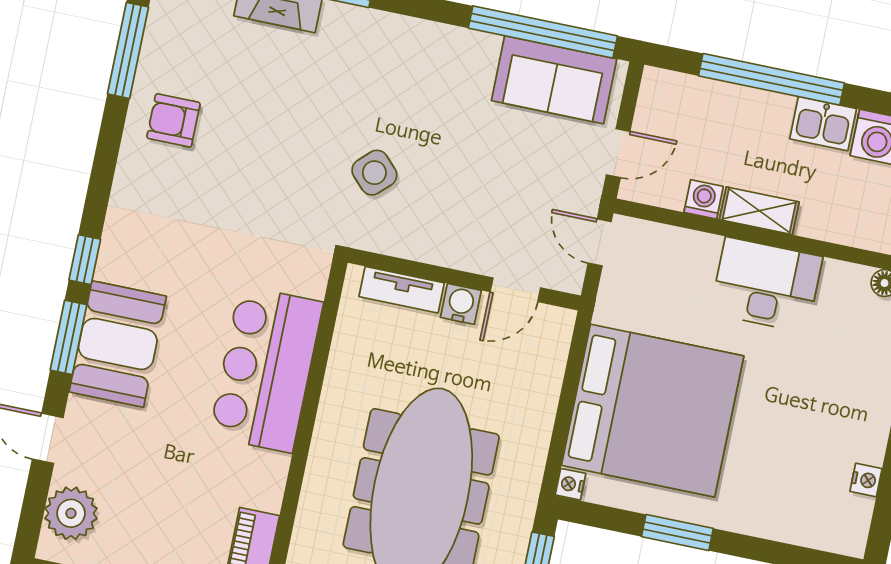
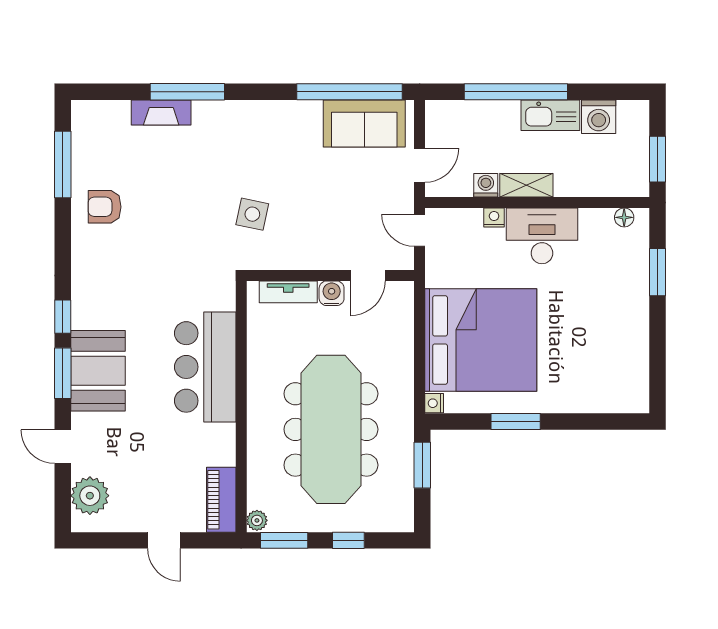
kitchen sink: (823, 124) -> (550, 115), width x1.38
side table: (374, 173) -> (252, 214), turned -34
nightstand: (866, 480) -> (494, 218), moved, turned -90

